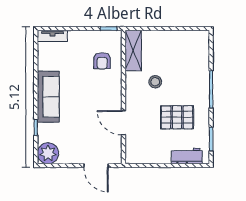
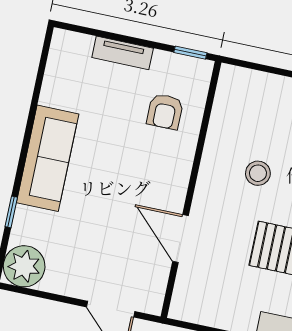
tv unit: (53, 36) -> (123, 53), moved
shelving: (133, 51) -> (229, 105), removed

